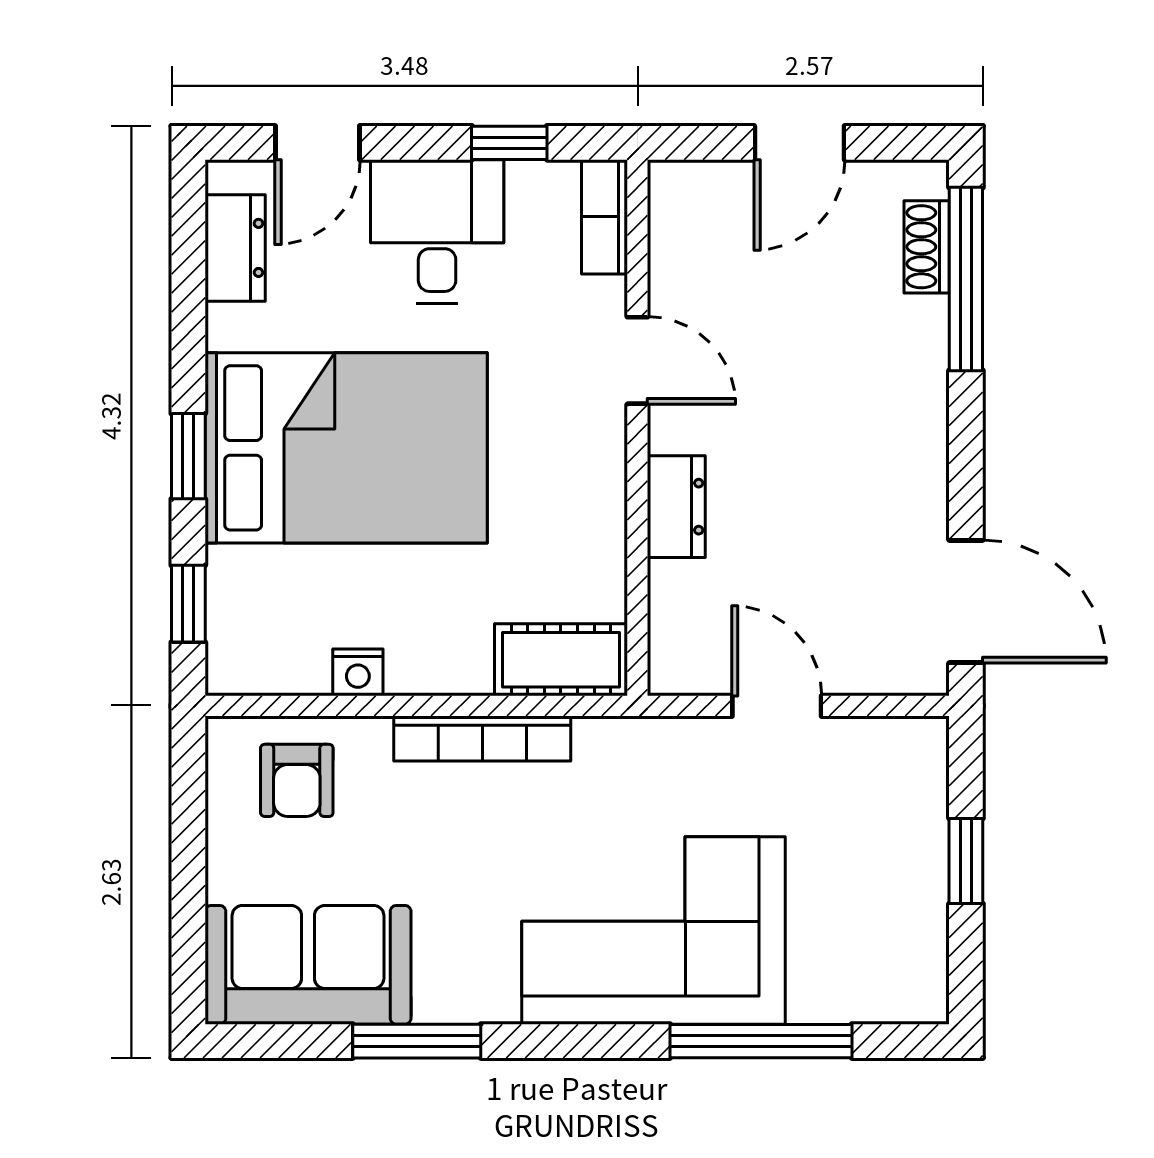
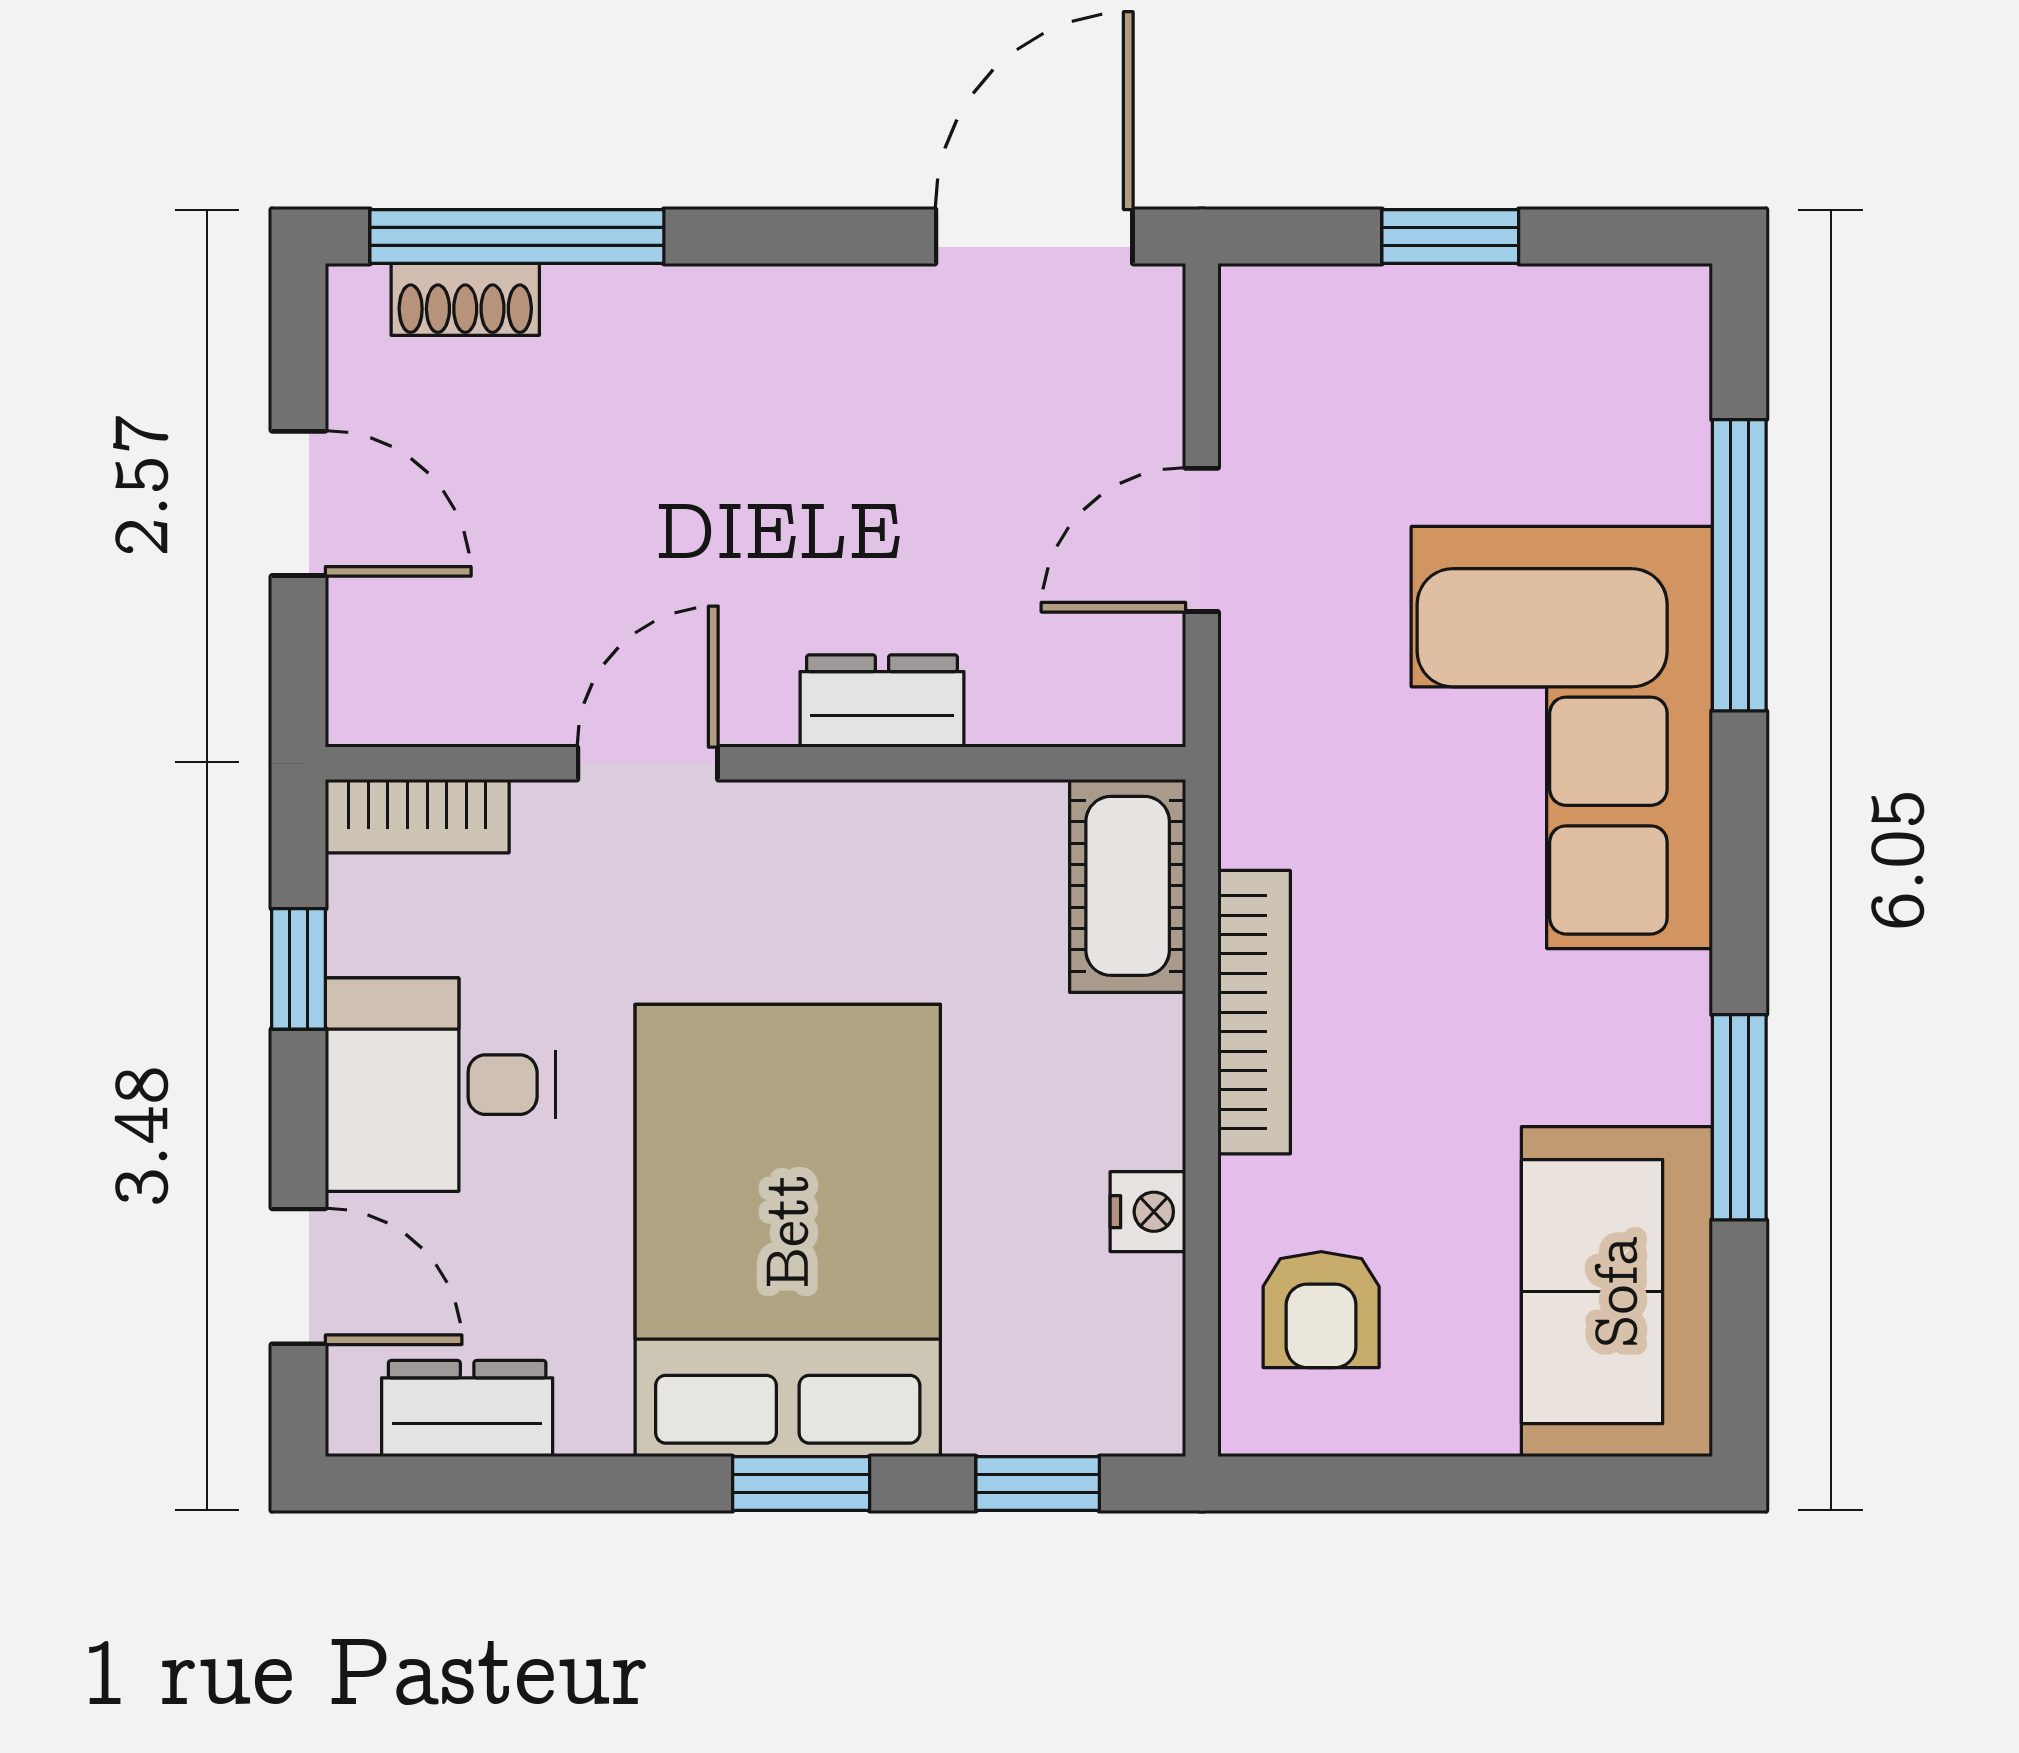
armchair: (297, 780) -> (1321, 1310), turned 90

